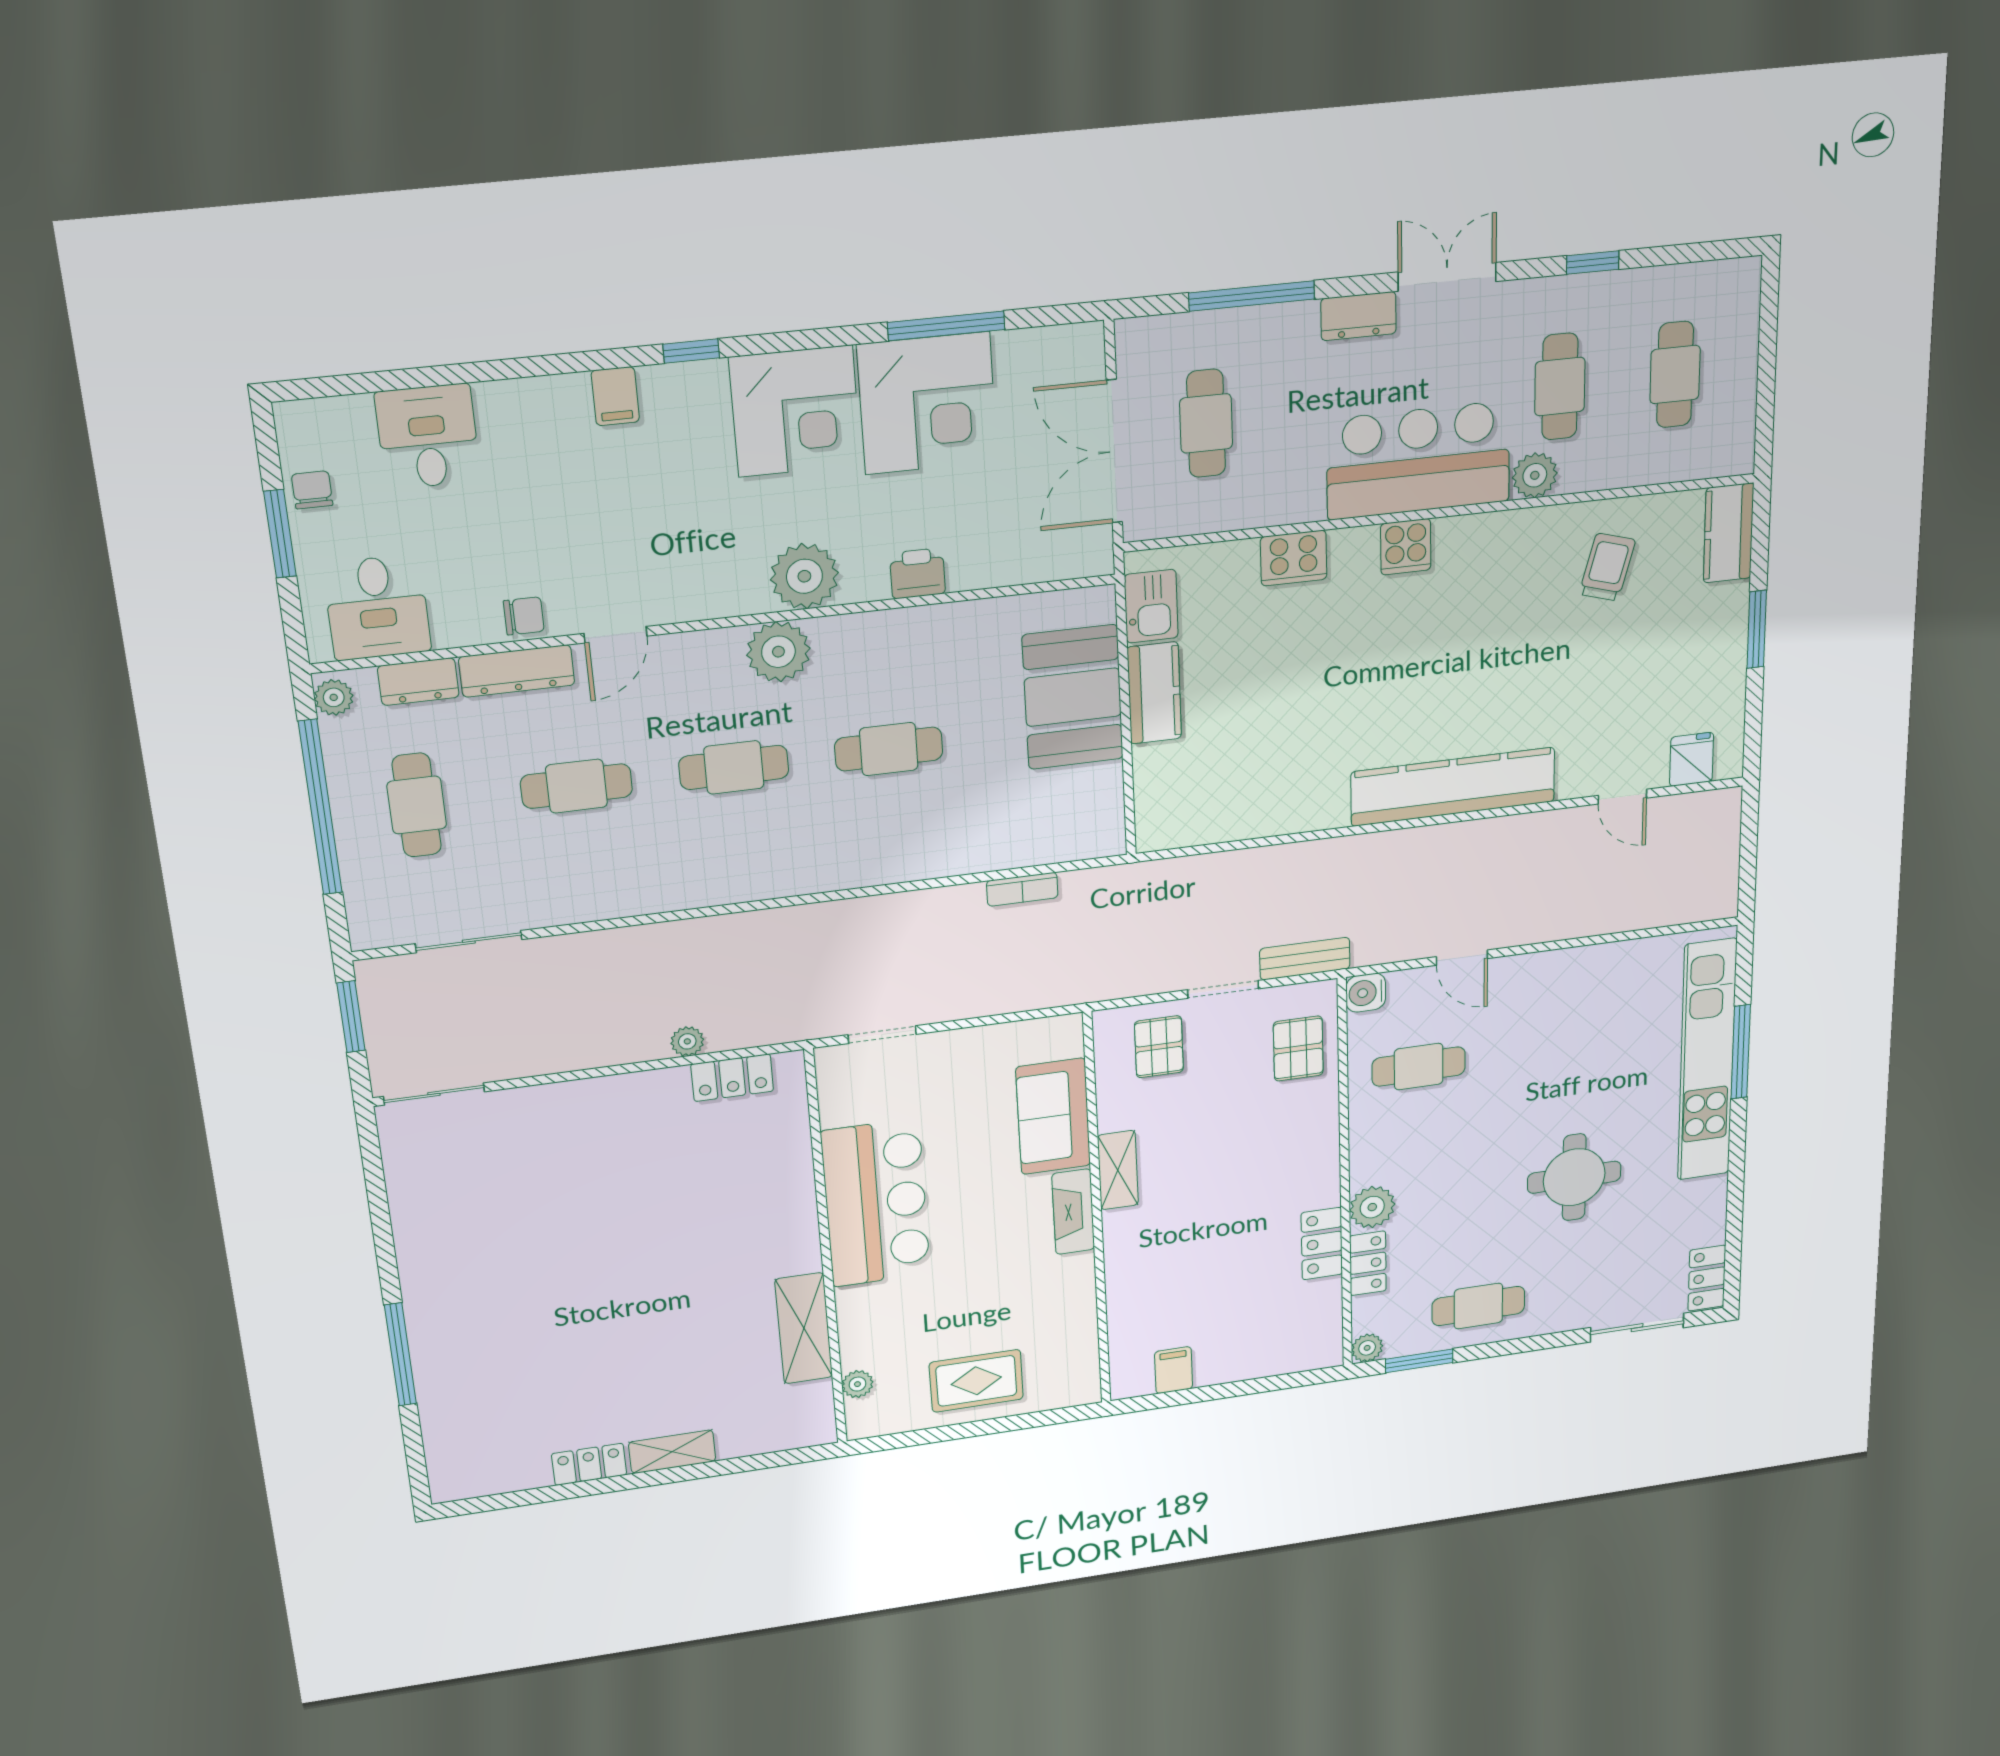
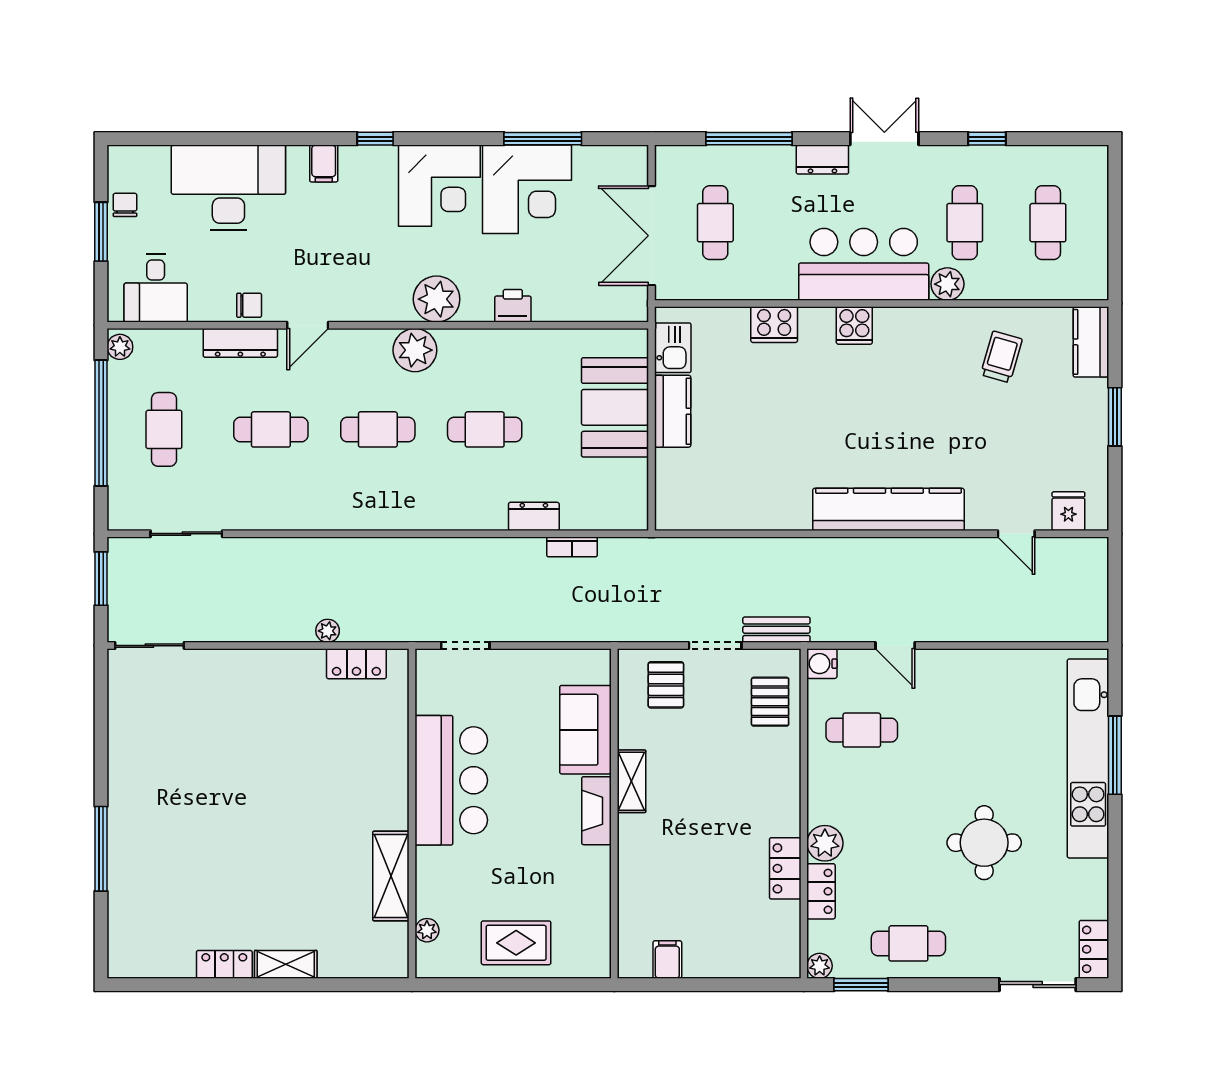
desk: (428, 437) -> (228, 188), width x1.87, depth x1.30
dresser: (418, 682) -> (534, 516), moved, turned 180

